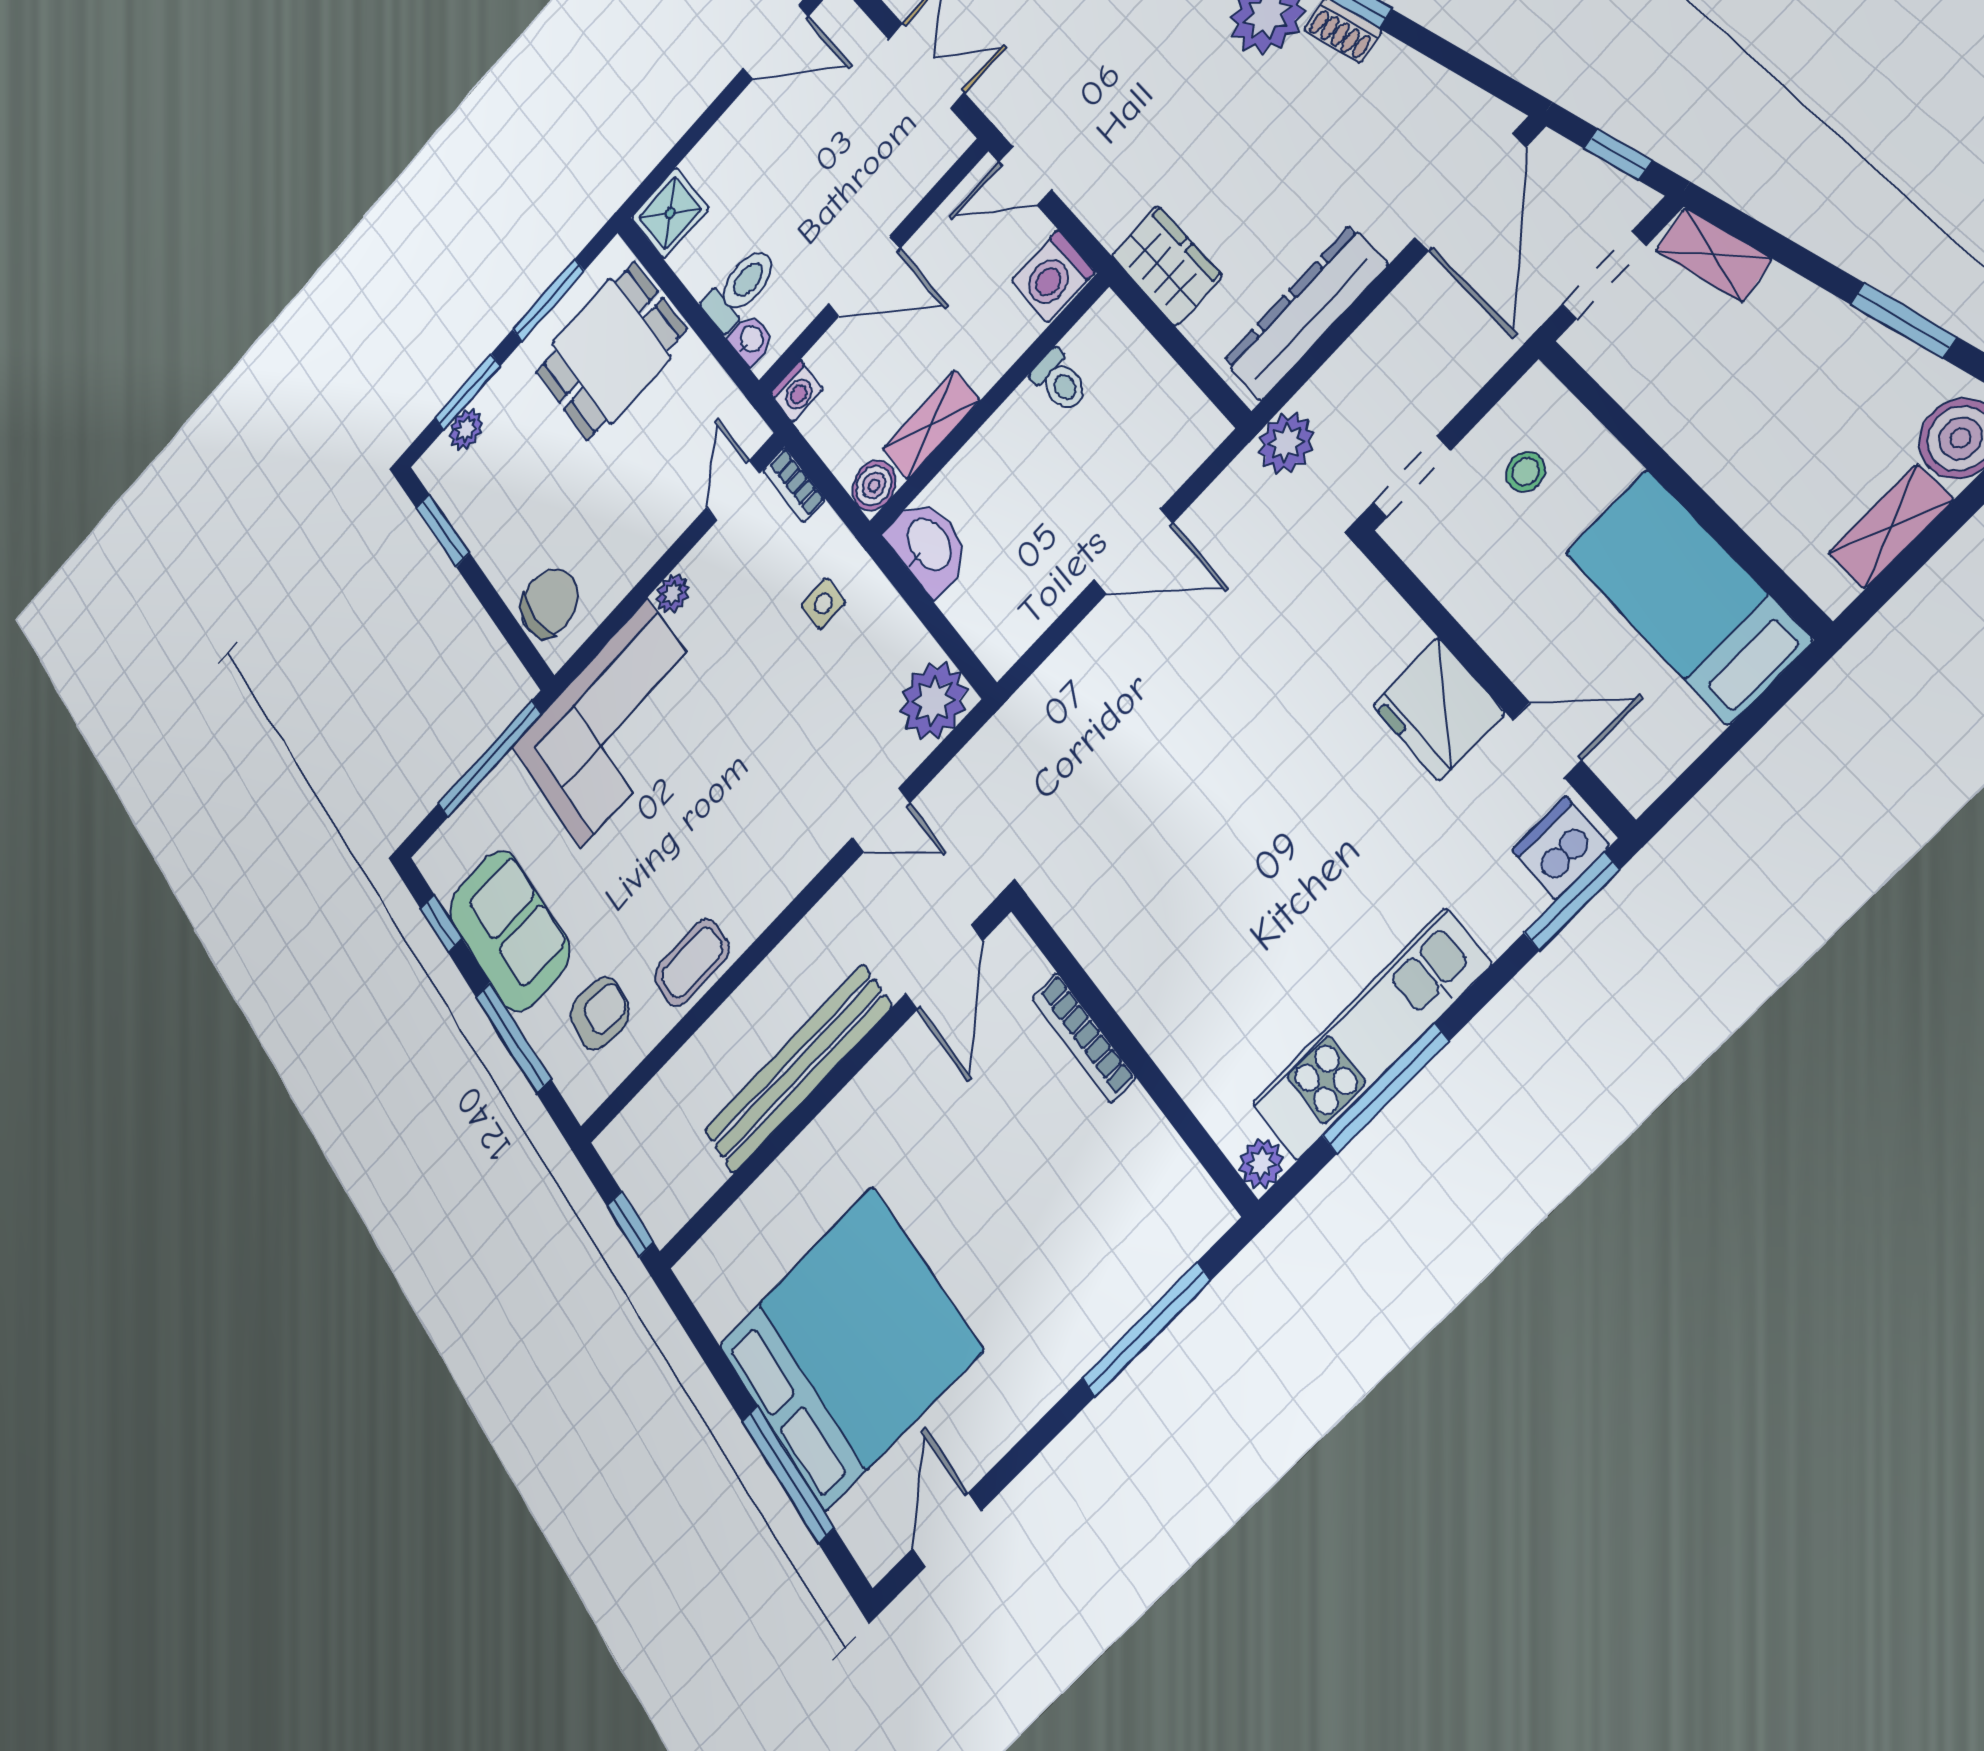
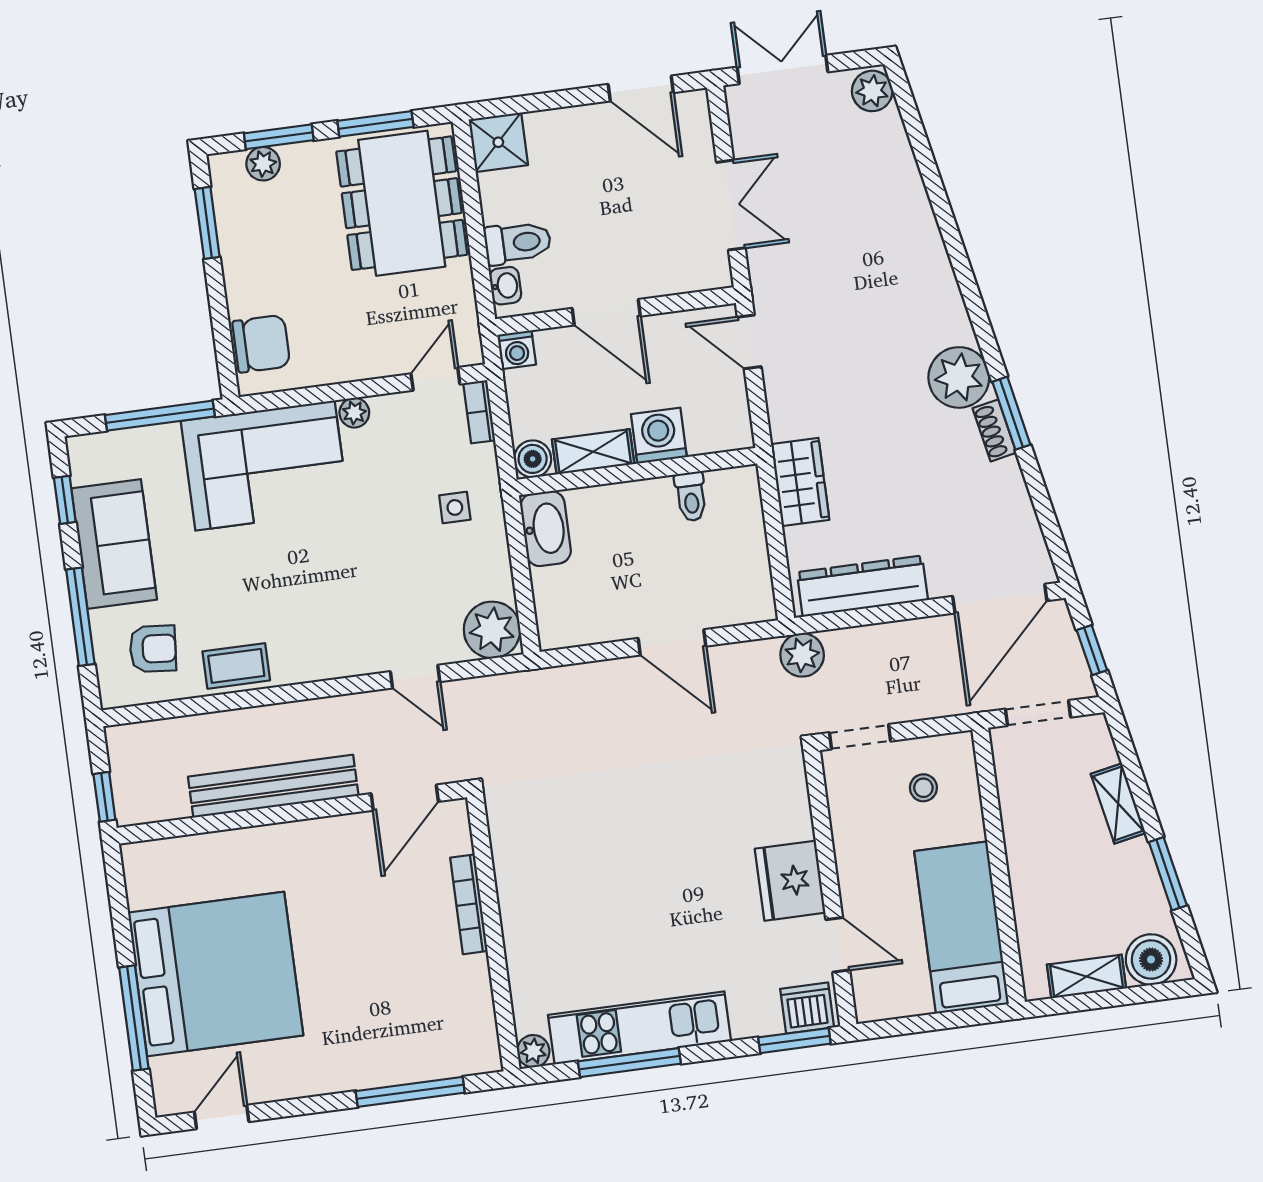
shelving: (1713, 255) -> (1118, 804), moved
washing machine: (1053, 276) -> (659, 436), moved, turned 90
dining table: (611, 351) -> (402, 203), width x1.38

